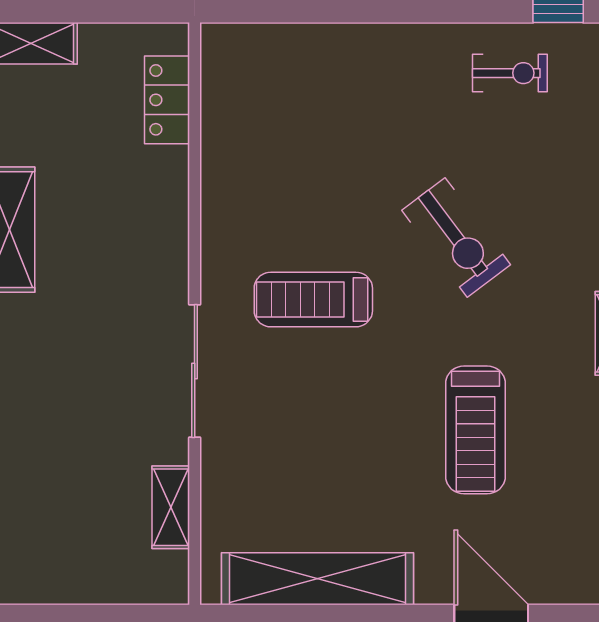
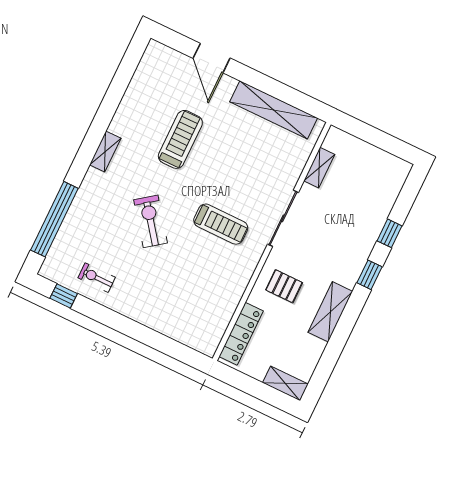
locker: (167, 100) -> (241, 334), width x1.53
pallet: (127, 236) -> (284, 286), added

